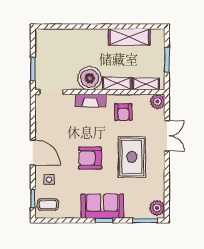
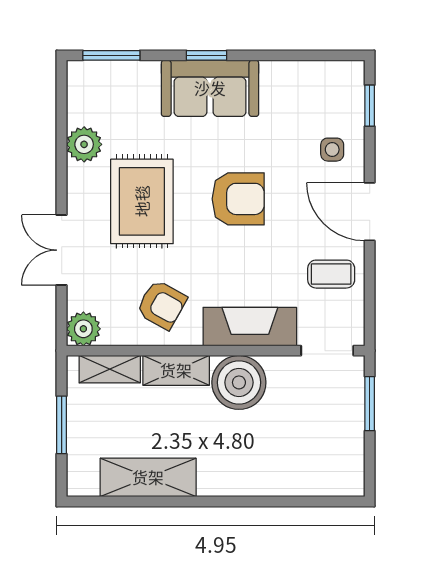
fireplace: (90, 100) -> (250, 327), width x1.37, depth x1.32
armchair: (123, 112) -> (162, 305), turned 120
coffee table: (48, 205) -> (331, 274), moved
plant: (157, 208) -> (84, 144), moved

